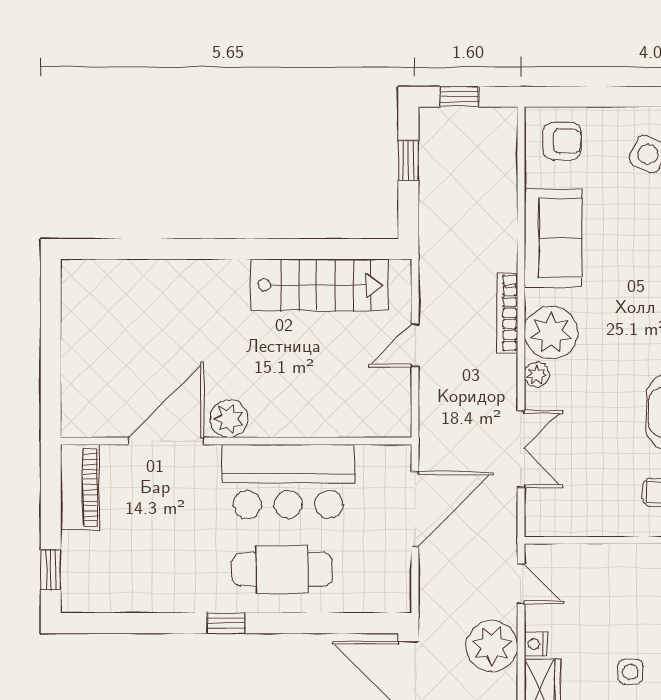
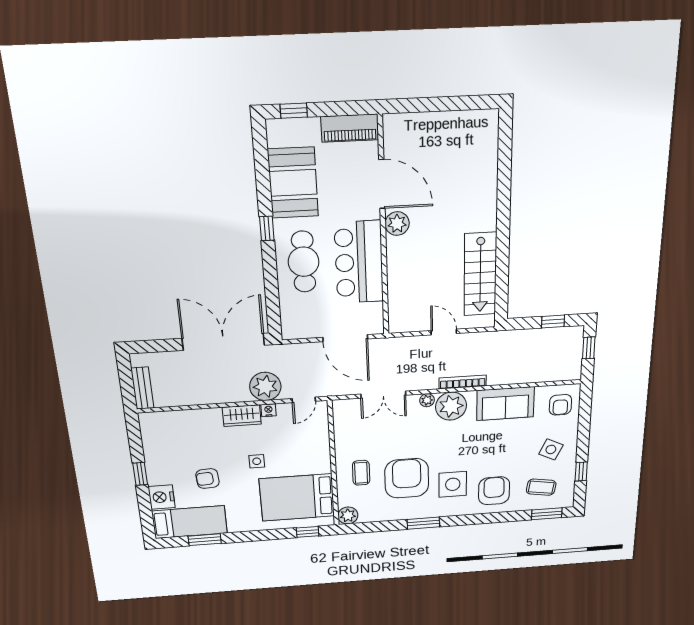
booth: (157, 578) -> (293, 183), added

